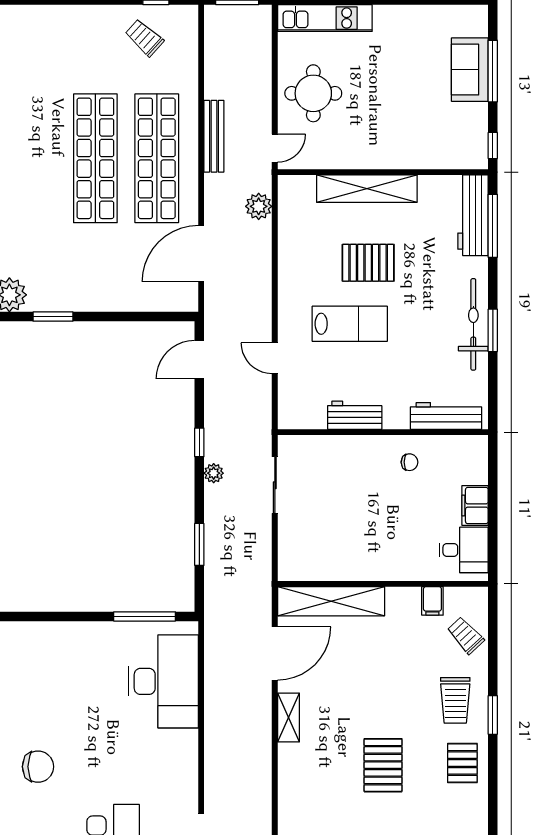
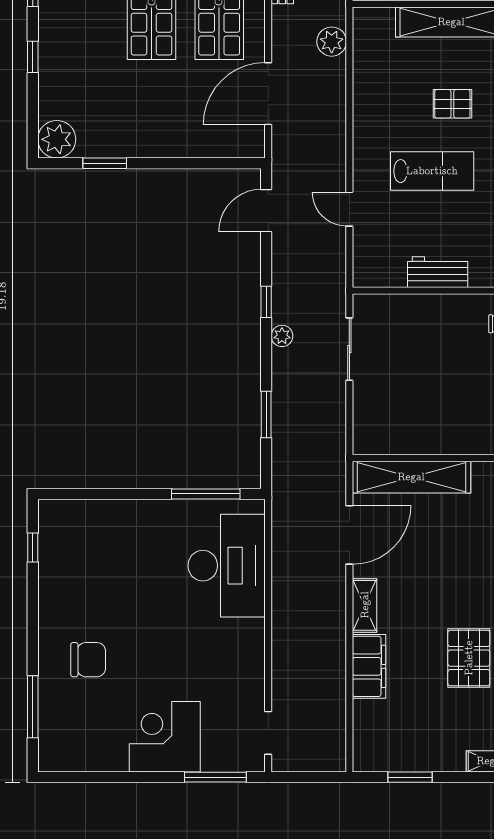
pallet: (368, 263) -> (452, 104), width x0.67, depth x0.71
filing cabinet: (293, 773) -> (369, 666), added

